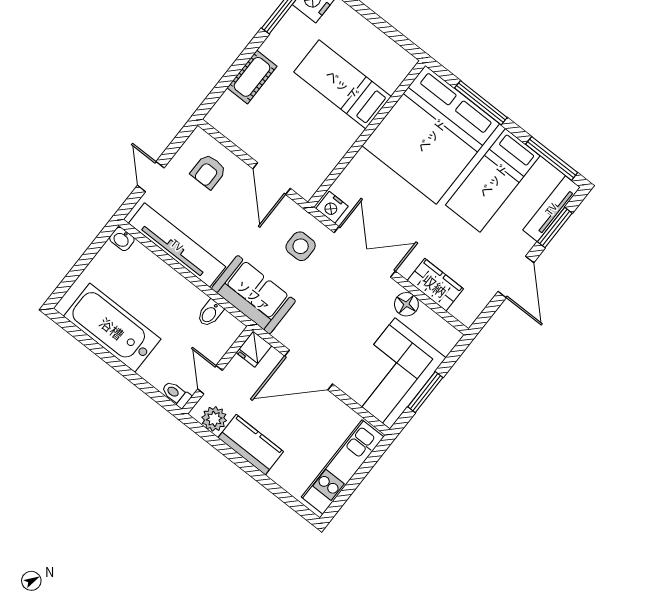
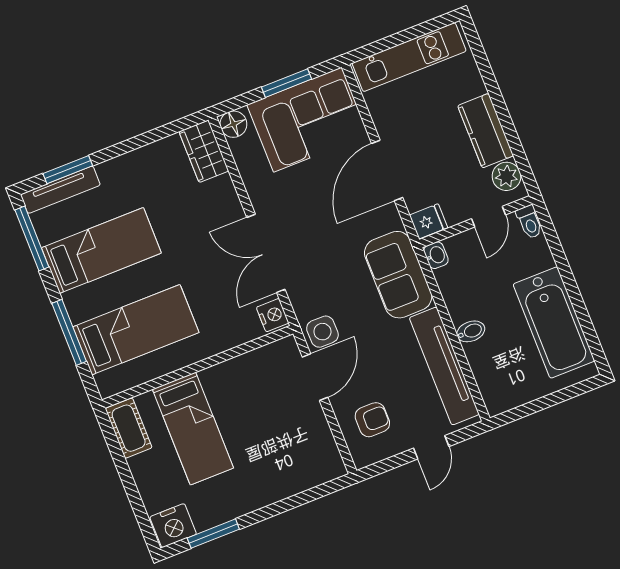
cot: (252, 77) -> (129, 428), moved, turned 90
bed: (431, 135) -> (136, 330), width x0.49
washbasin: (122, 239) -> (436, 255), moved
side table: (301, 246) -> (322, 332), moved
door: (516, 277) -> (133, 144), removed
wardrobe: (435, 285) -> (204, 151), moved
floor lamp: (406, 304) -> (233, 124), moved
bidet: (210, 313) -> (471, 331), moved
door: (309, 370) -> (387, 170), swing flipped

